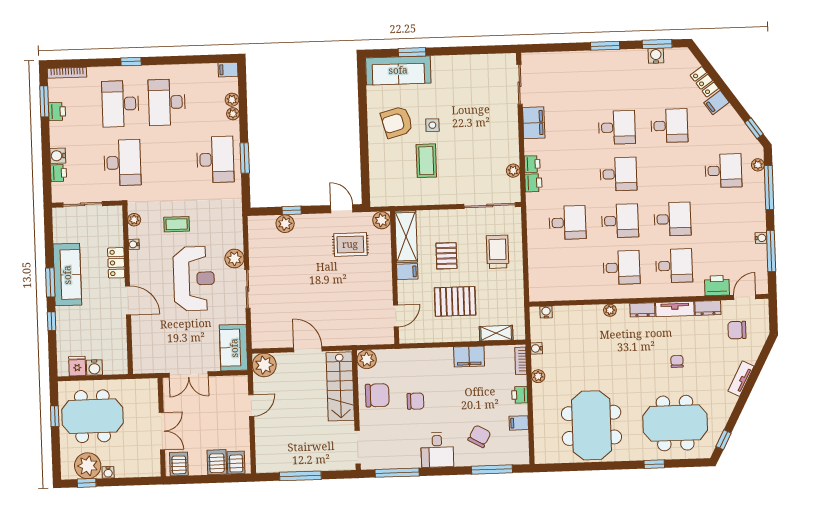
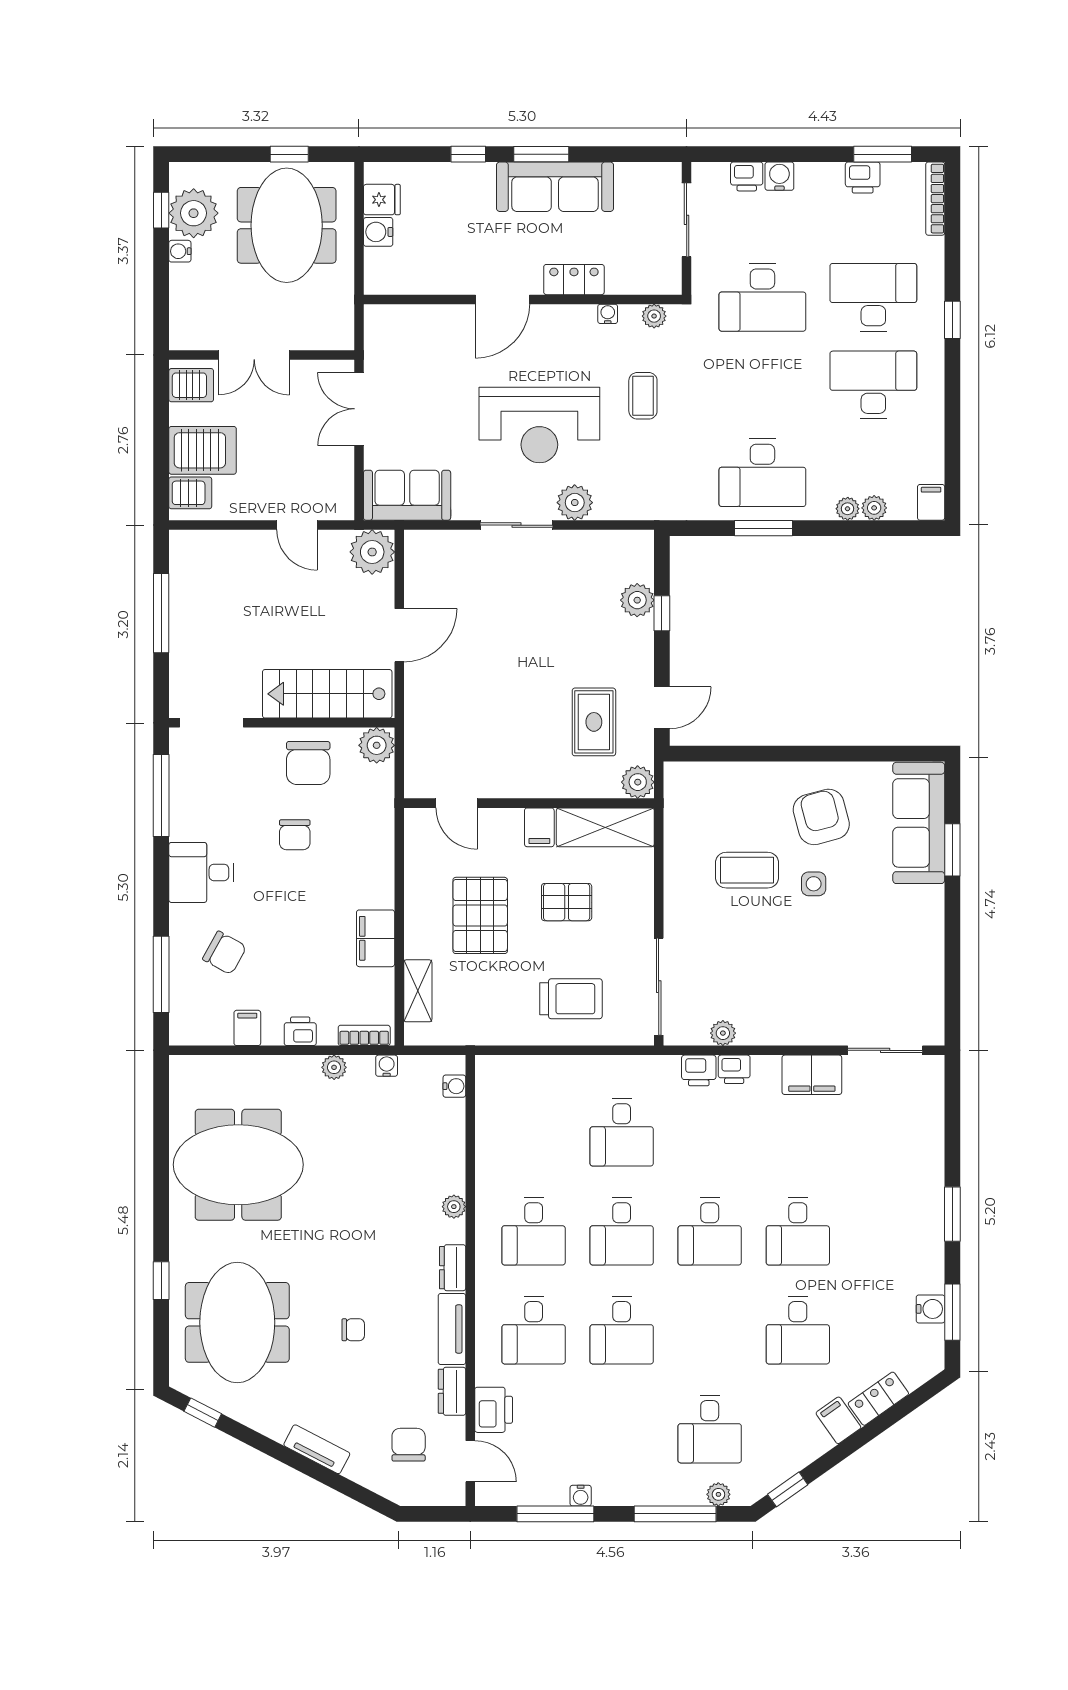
server rack: (217, 462) -> (203, 450), width x1.36, depth x1.44

